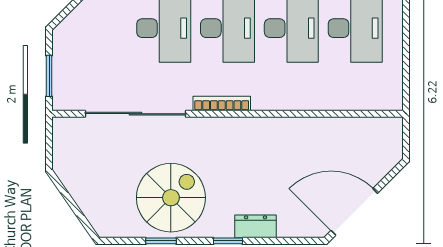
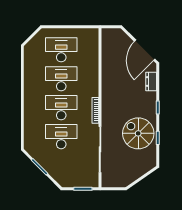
dresser: (256, 226) -> (151, 81), moved

